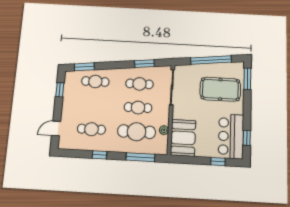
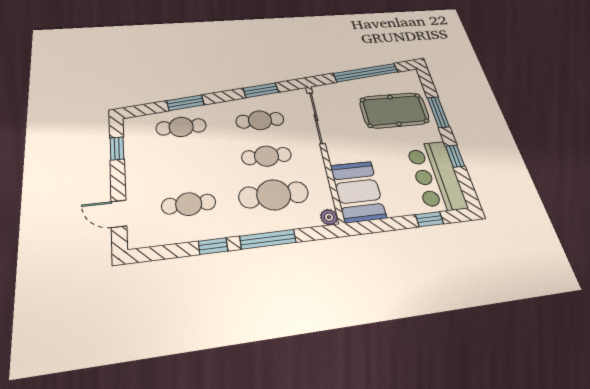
window: (84, 67) -> (185, 103), moved
window: (247, 79) -> (438, 112), moved
door: (56, 128) -> (119, 214), hinge flipped
plant: (164, 130) -> (329, 217), moved
window: (247, 138) -> (455, 156), moved
window: (140, 157) -> (268, 239), moved

